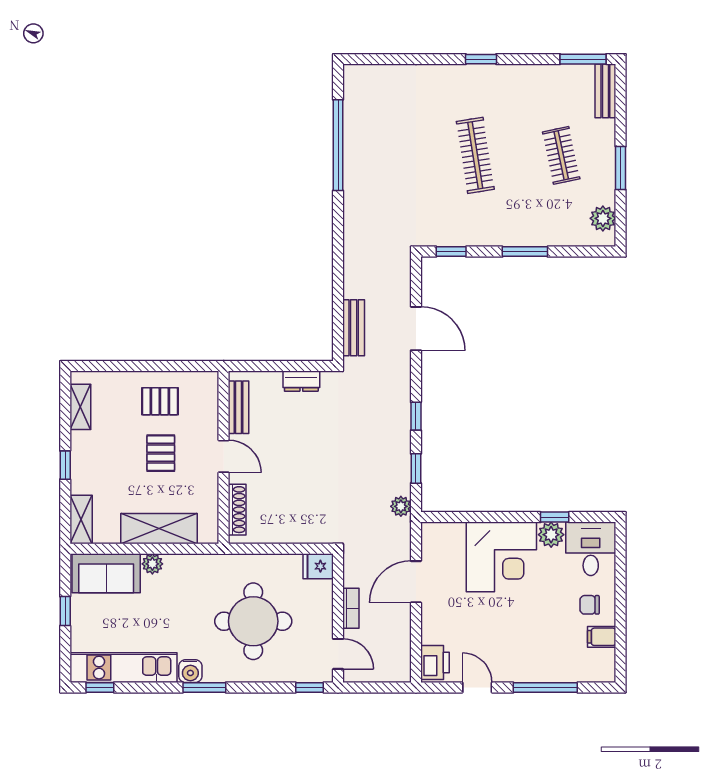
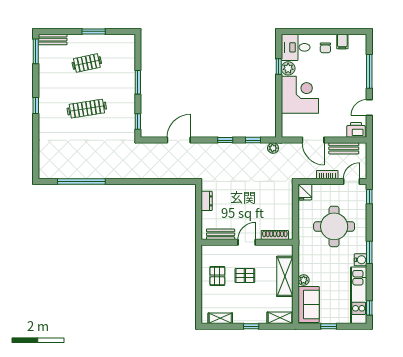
plant: (603, 218) -> (120, 41), removed
bench: (354, 328) -> (344, 148), moved

